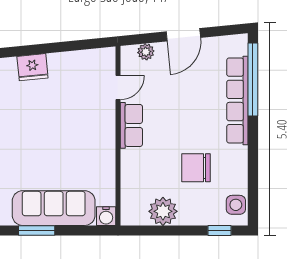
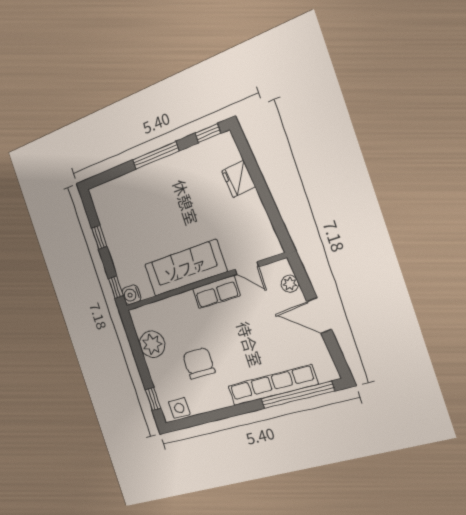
sofa: (54, 208) -> (185, 268), moved, turned -90
window: (37, 231) -> (99, 237), width x0.67
window: (93, 231) -> (116, 287), added

